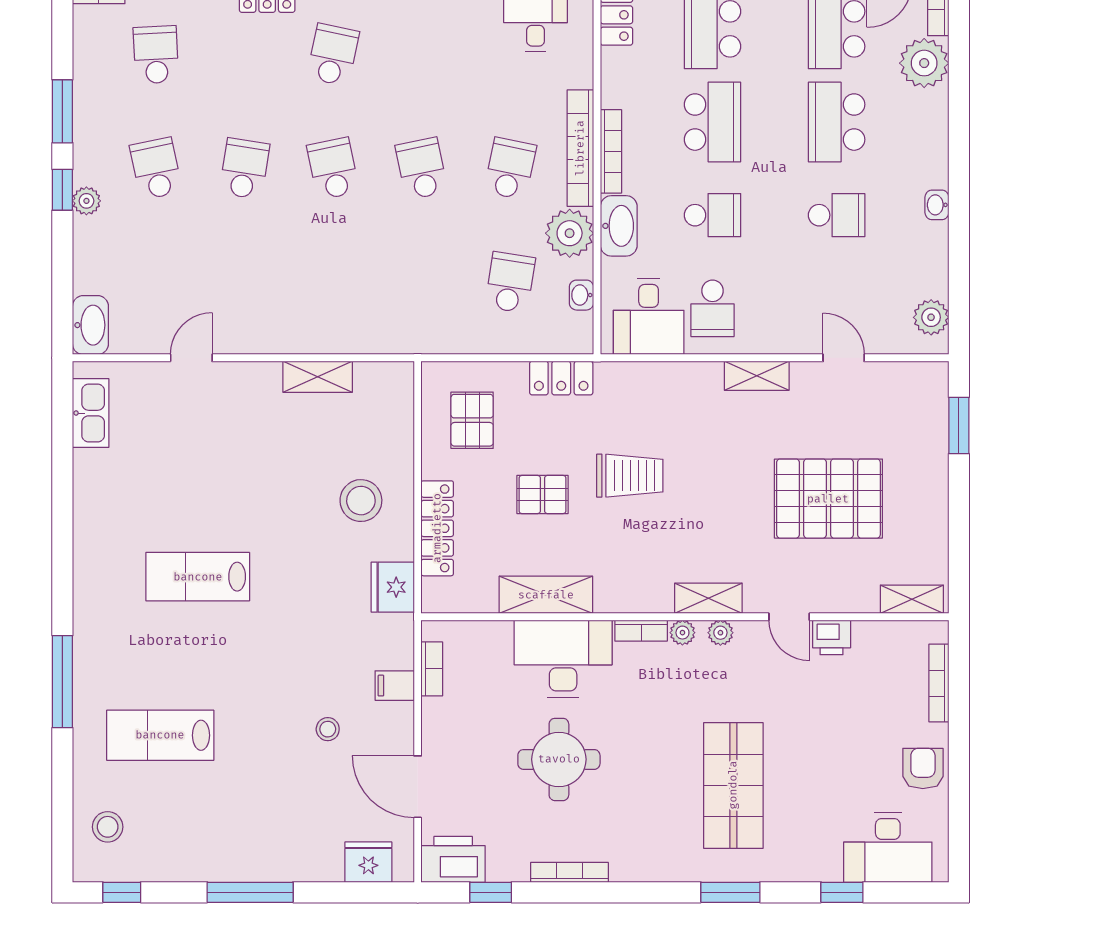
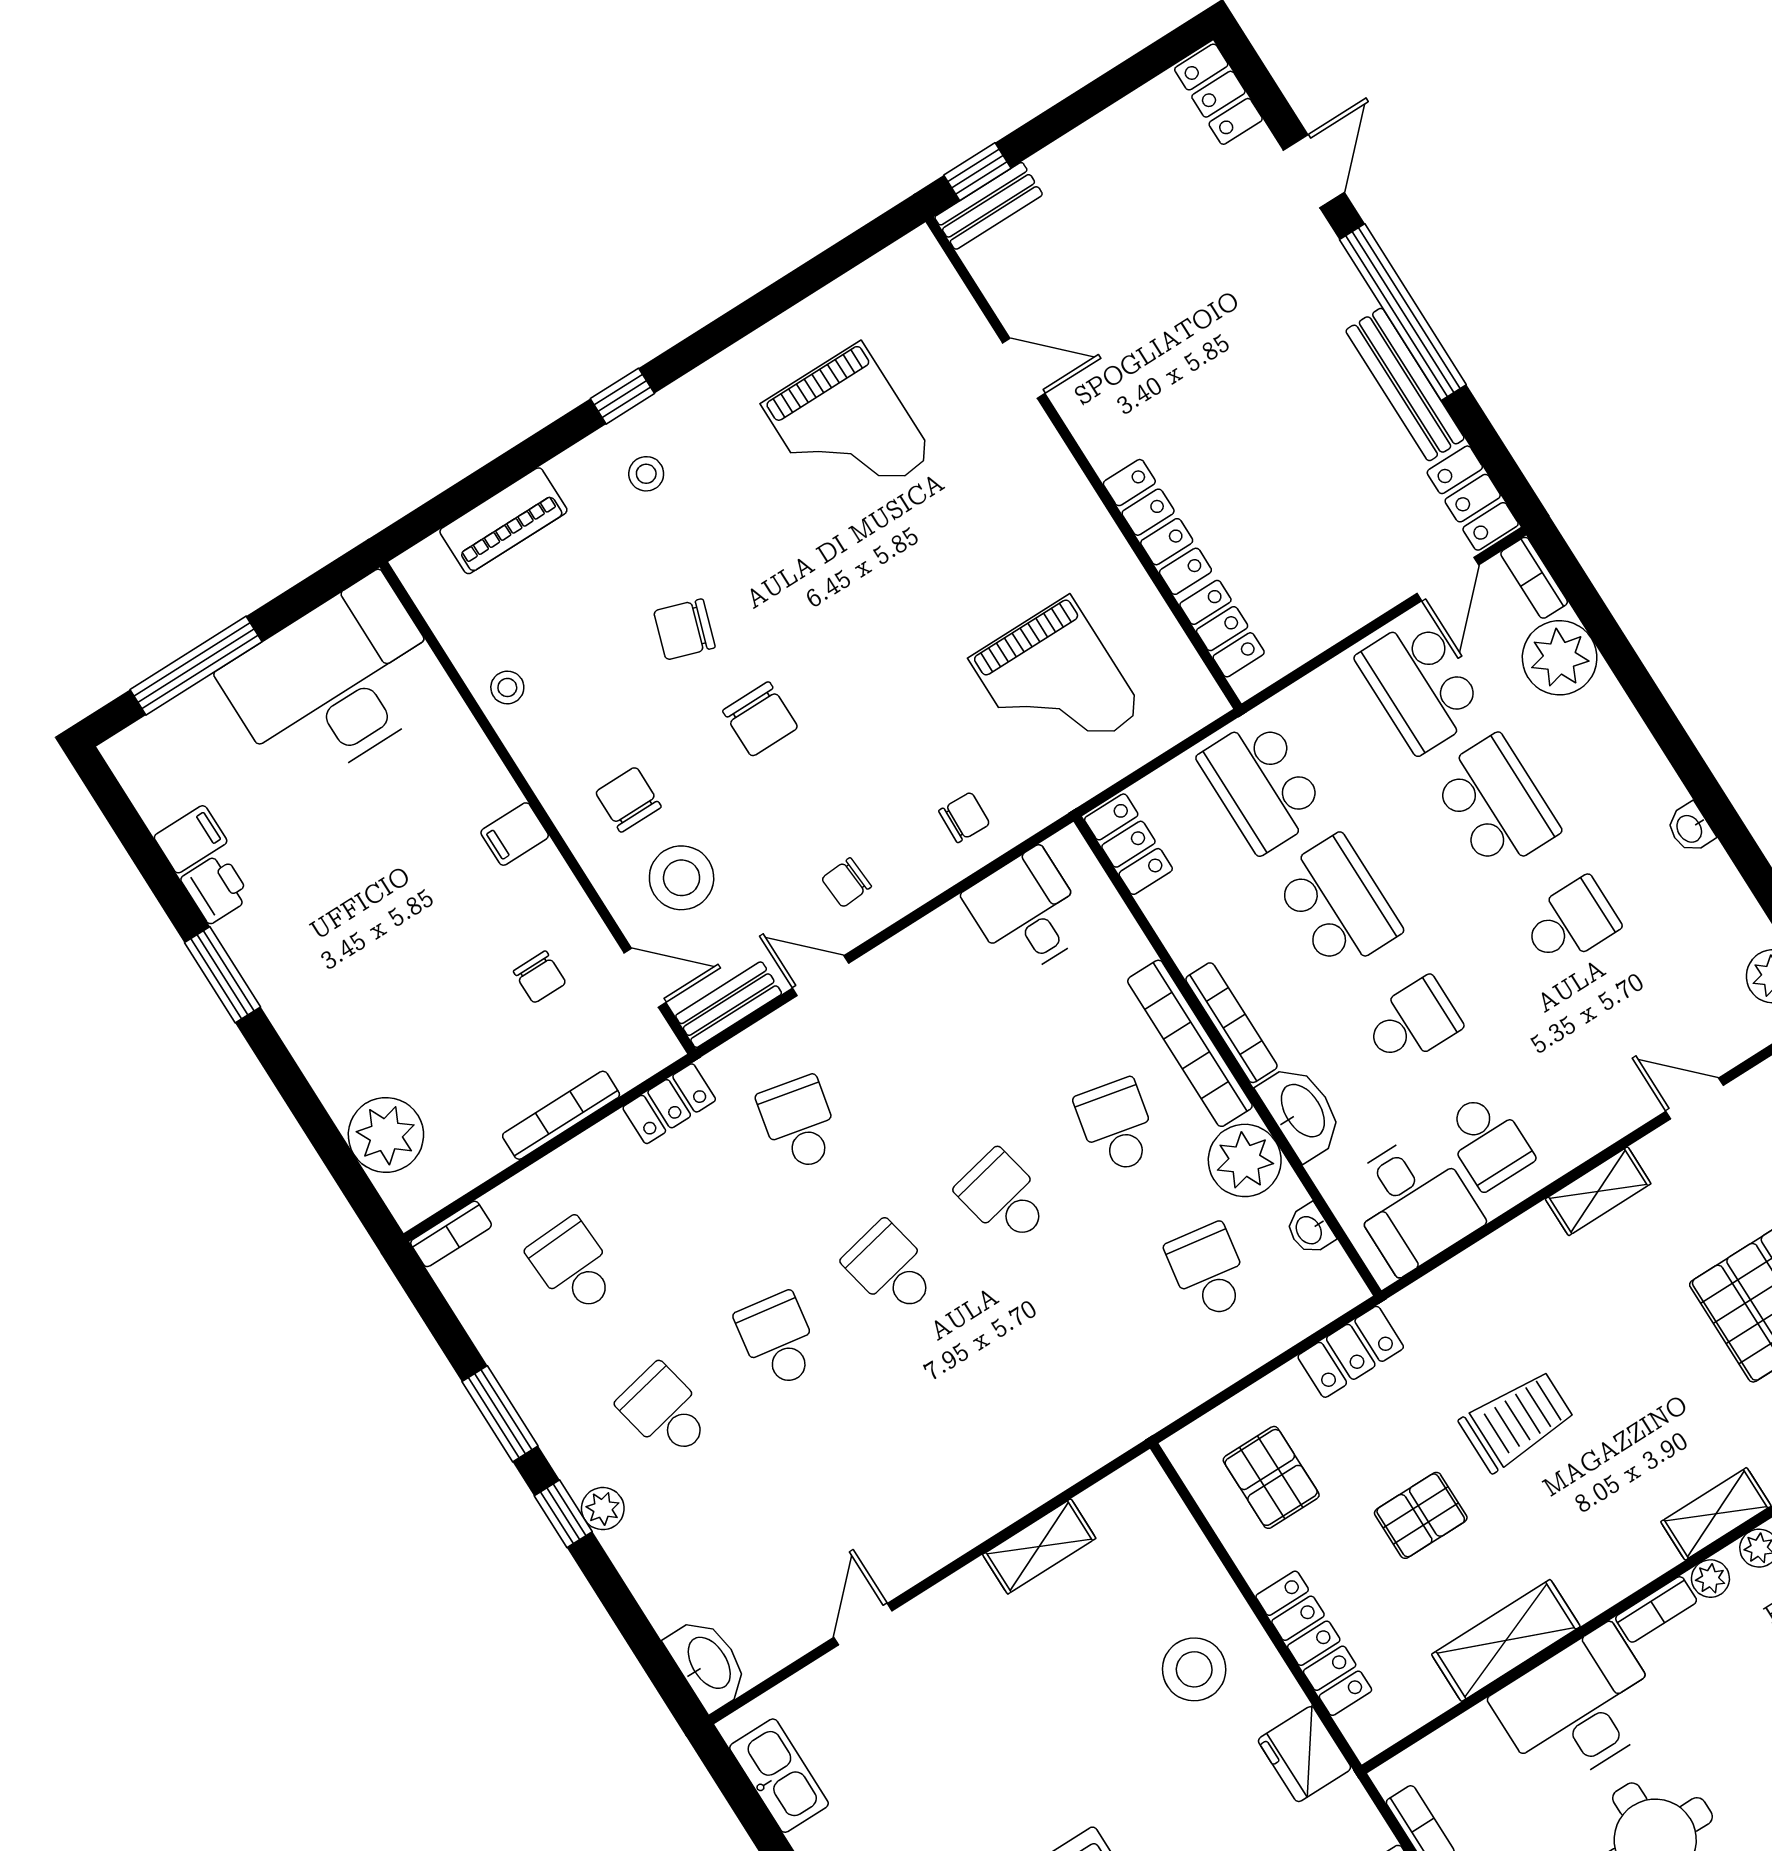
school desk: (837, 122) -> (1495, 804), turned 180

